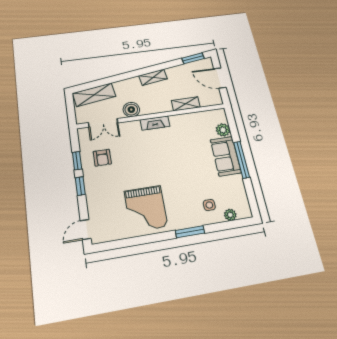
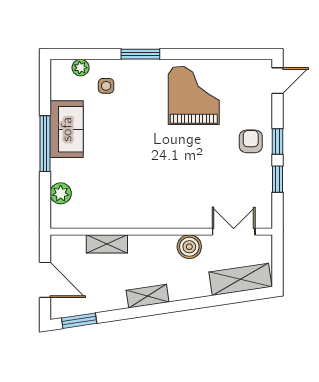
fireplace: (155, 123) -> (158, 220), removed
sofa: (226, 156) -> (67, 129), moved
armchair: (102, 158) -> (251, 141), moved

